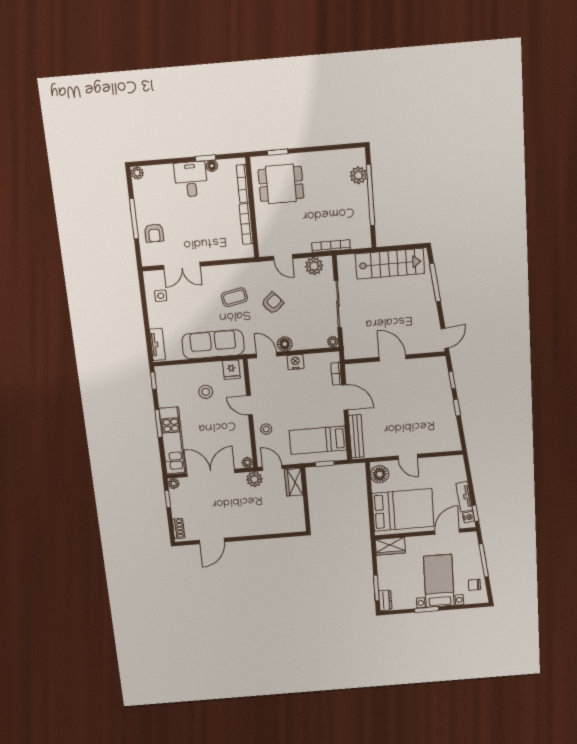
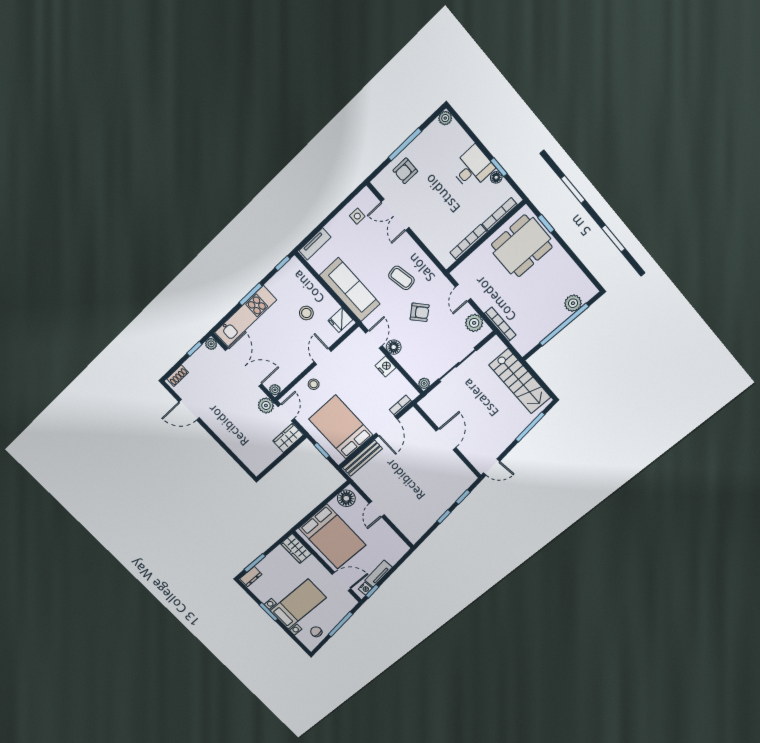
dining table: (281, 184) -> (522, 246), width x1.38
bed: (318, 440) -> (341, 427), width x1.50

